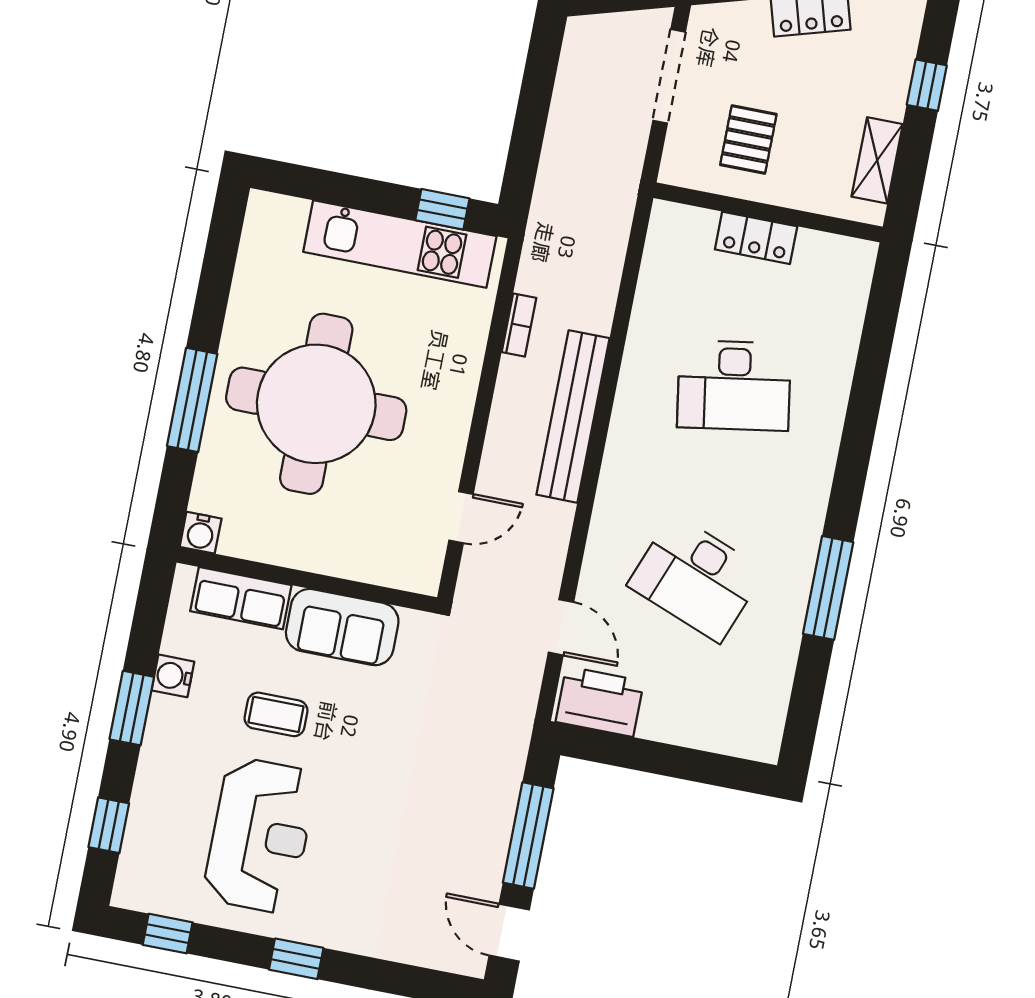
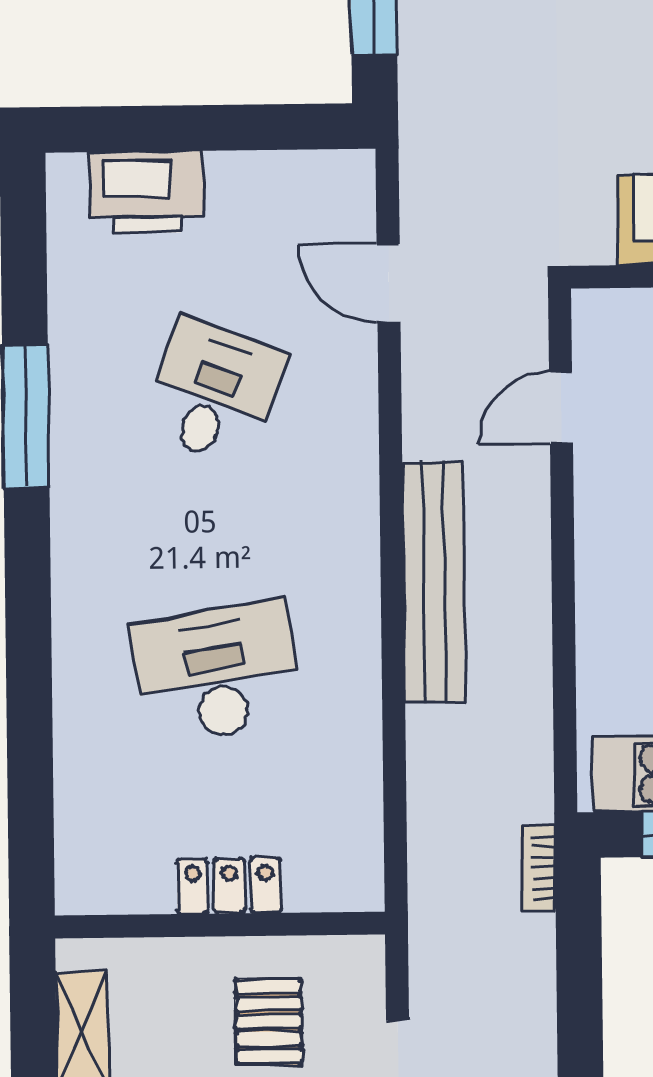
bookcase: (519, 325) -> (538, 868), moved
desk: (696, 578) -> (213, 392), width x0.73
printer: (600, 702) -> (147, 192), moved

